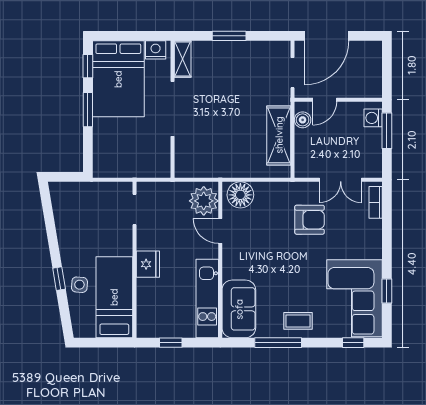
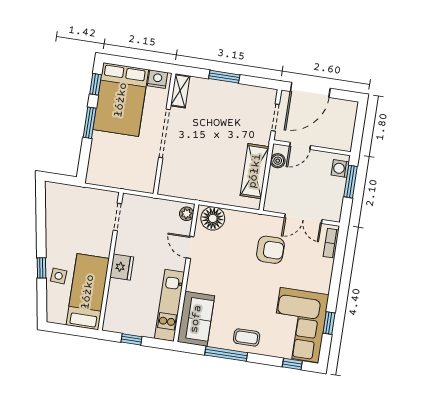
plant: (204, 201) -> (186, 214), width x0.53, depth x0.53

